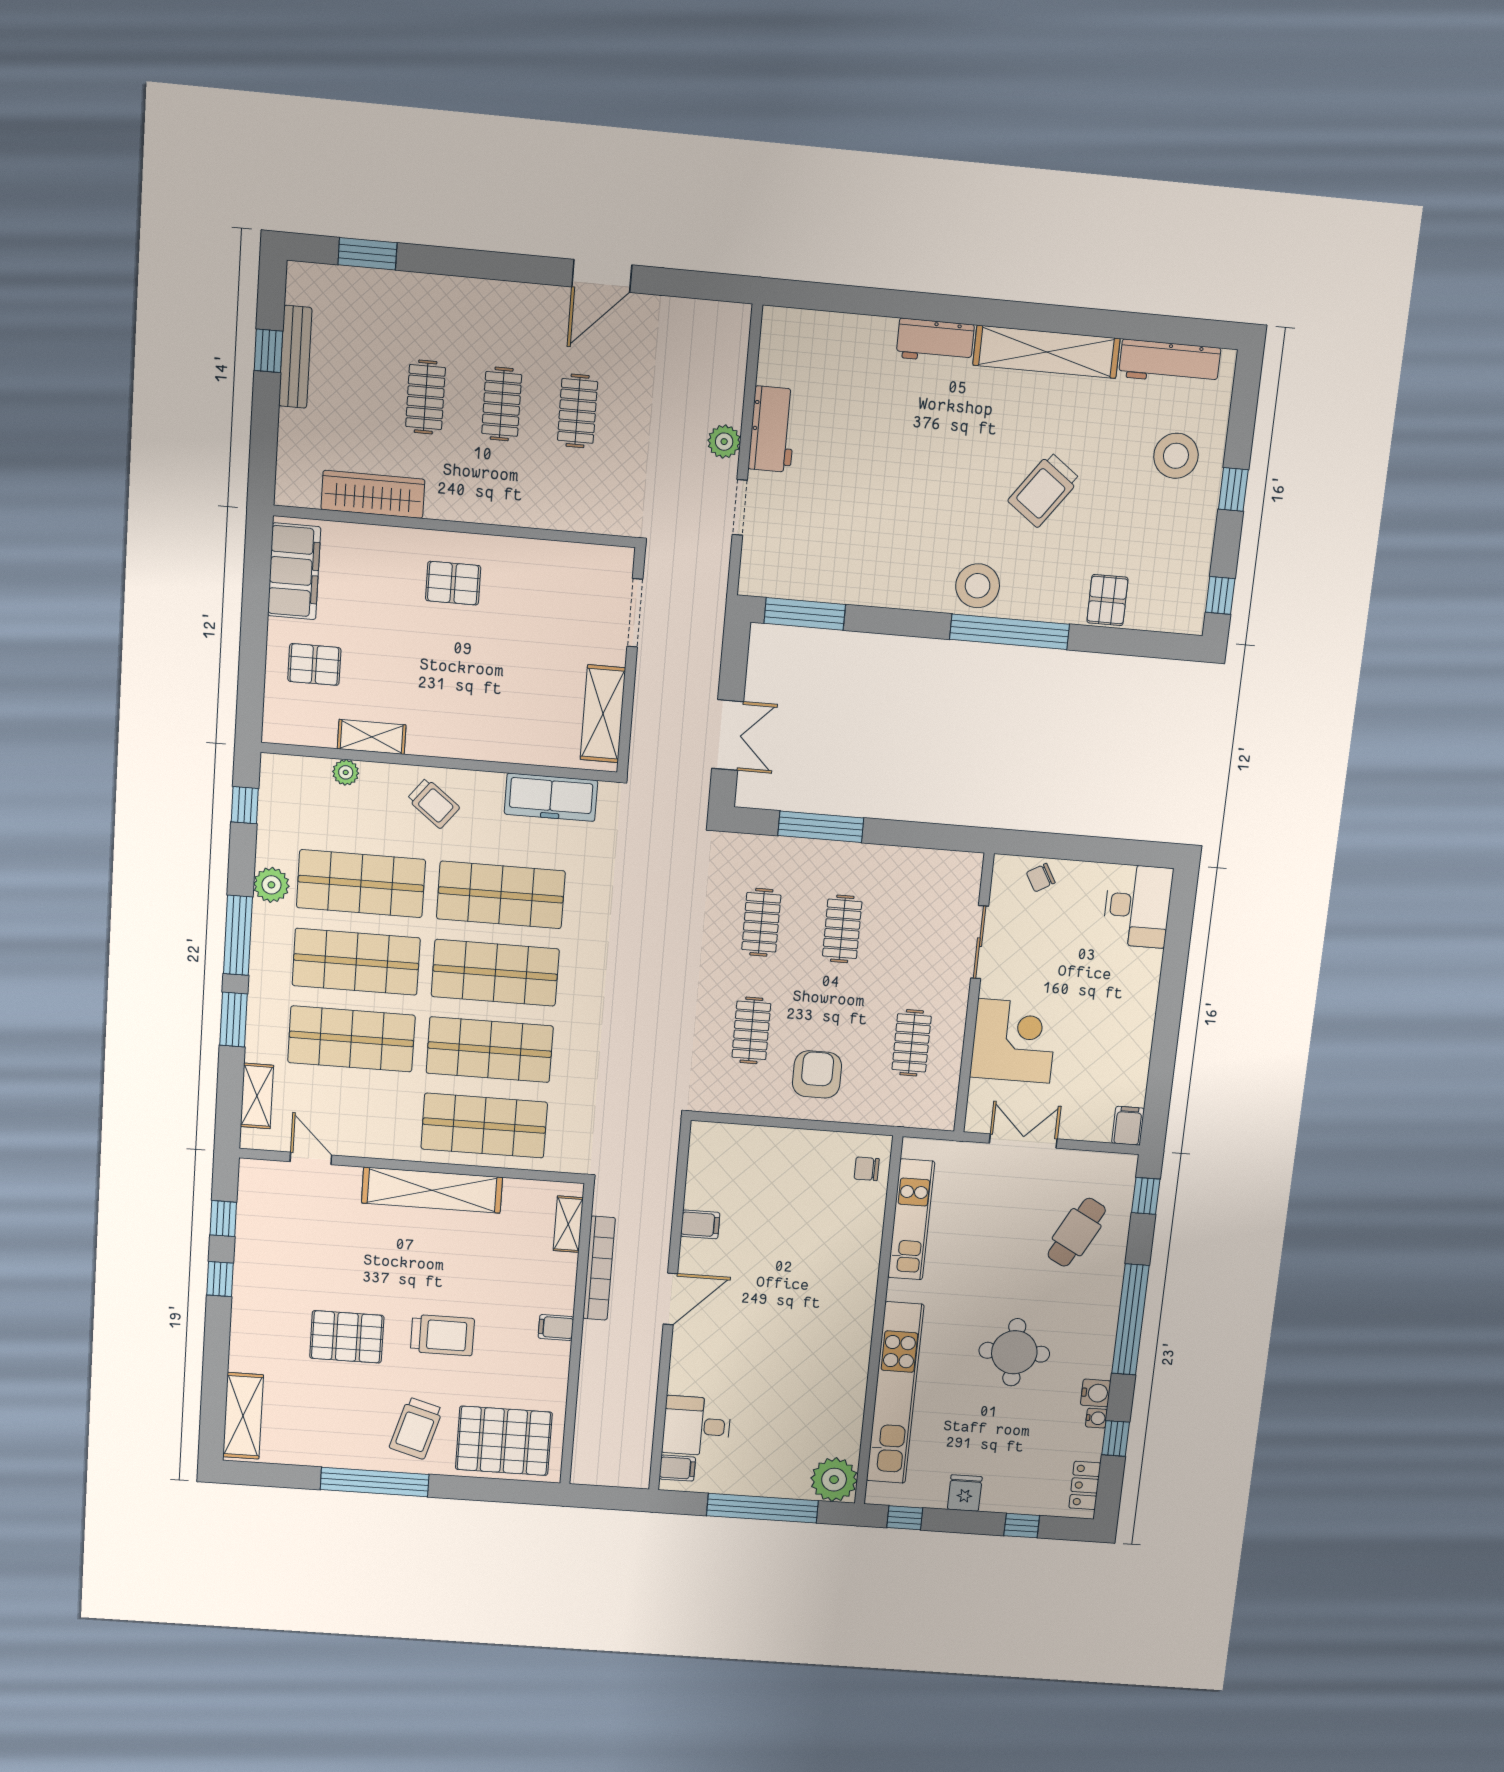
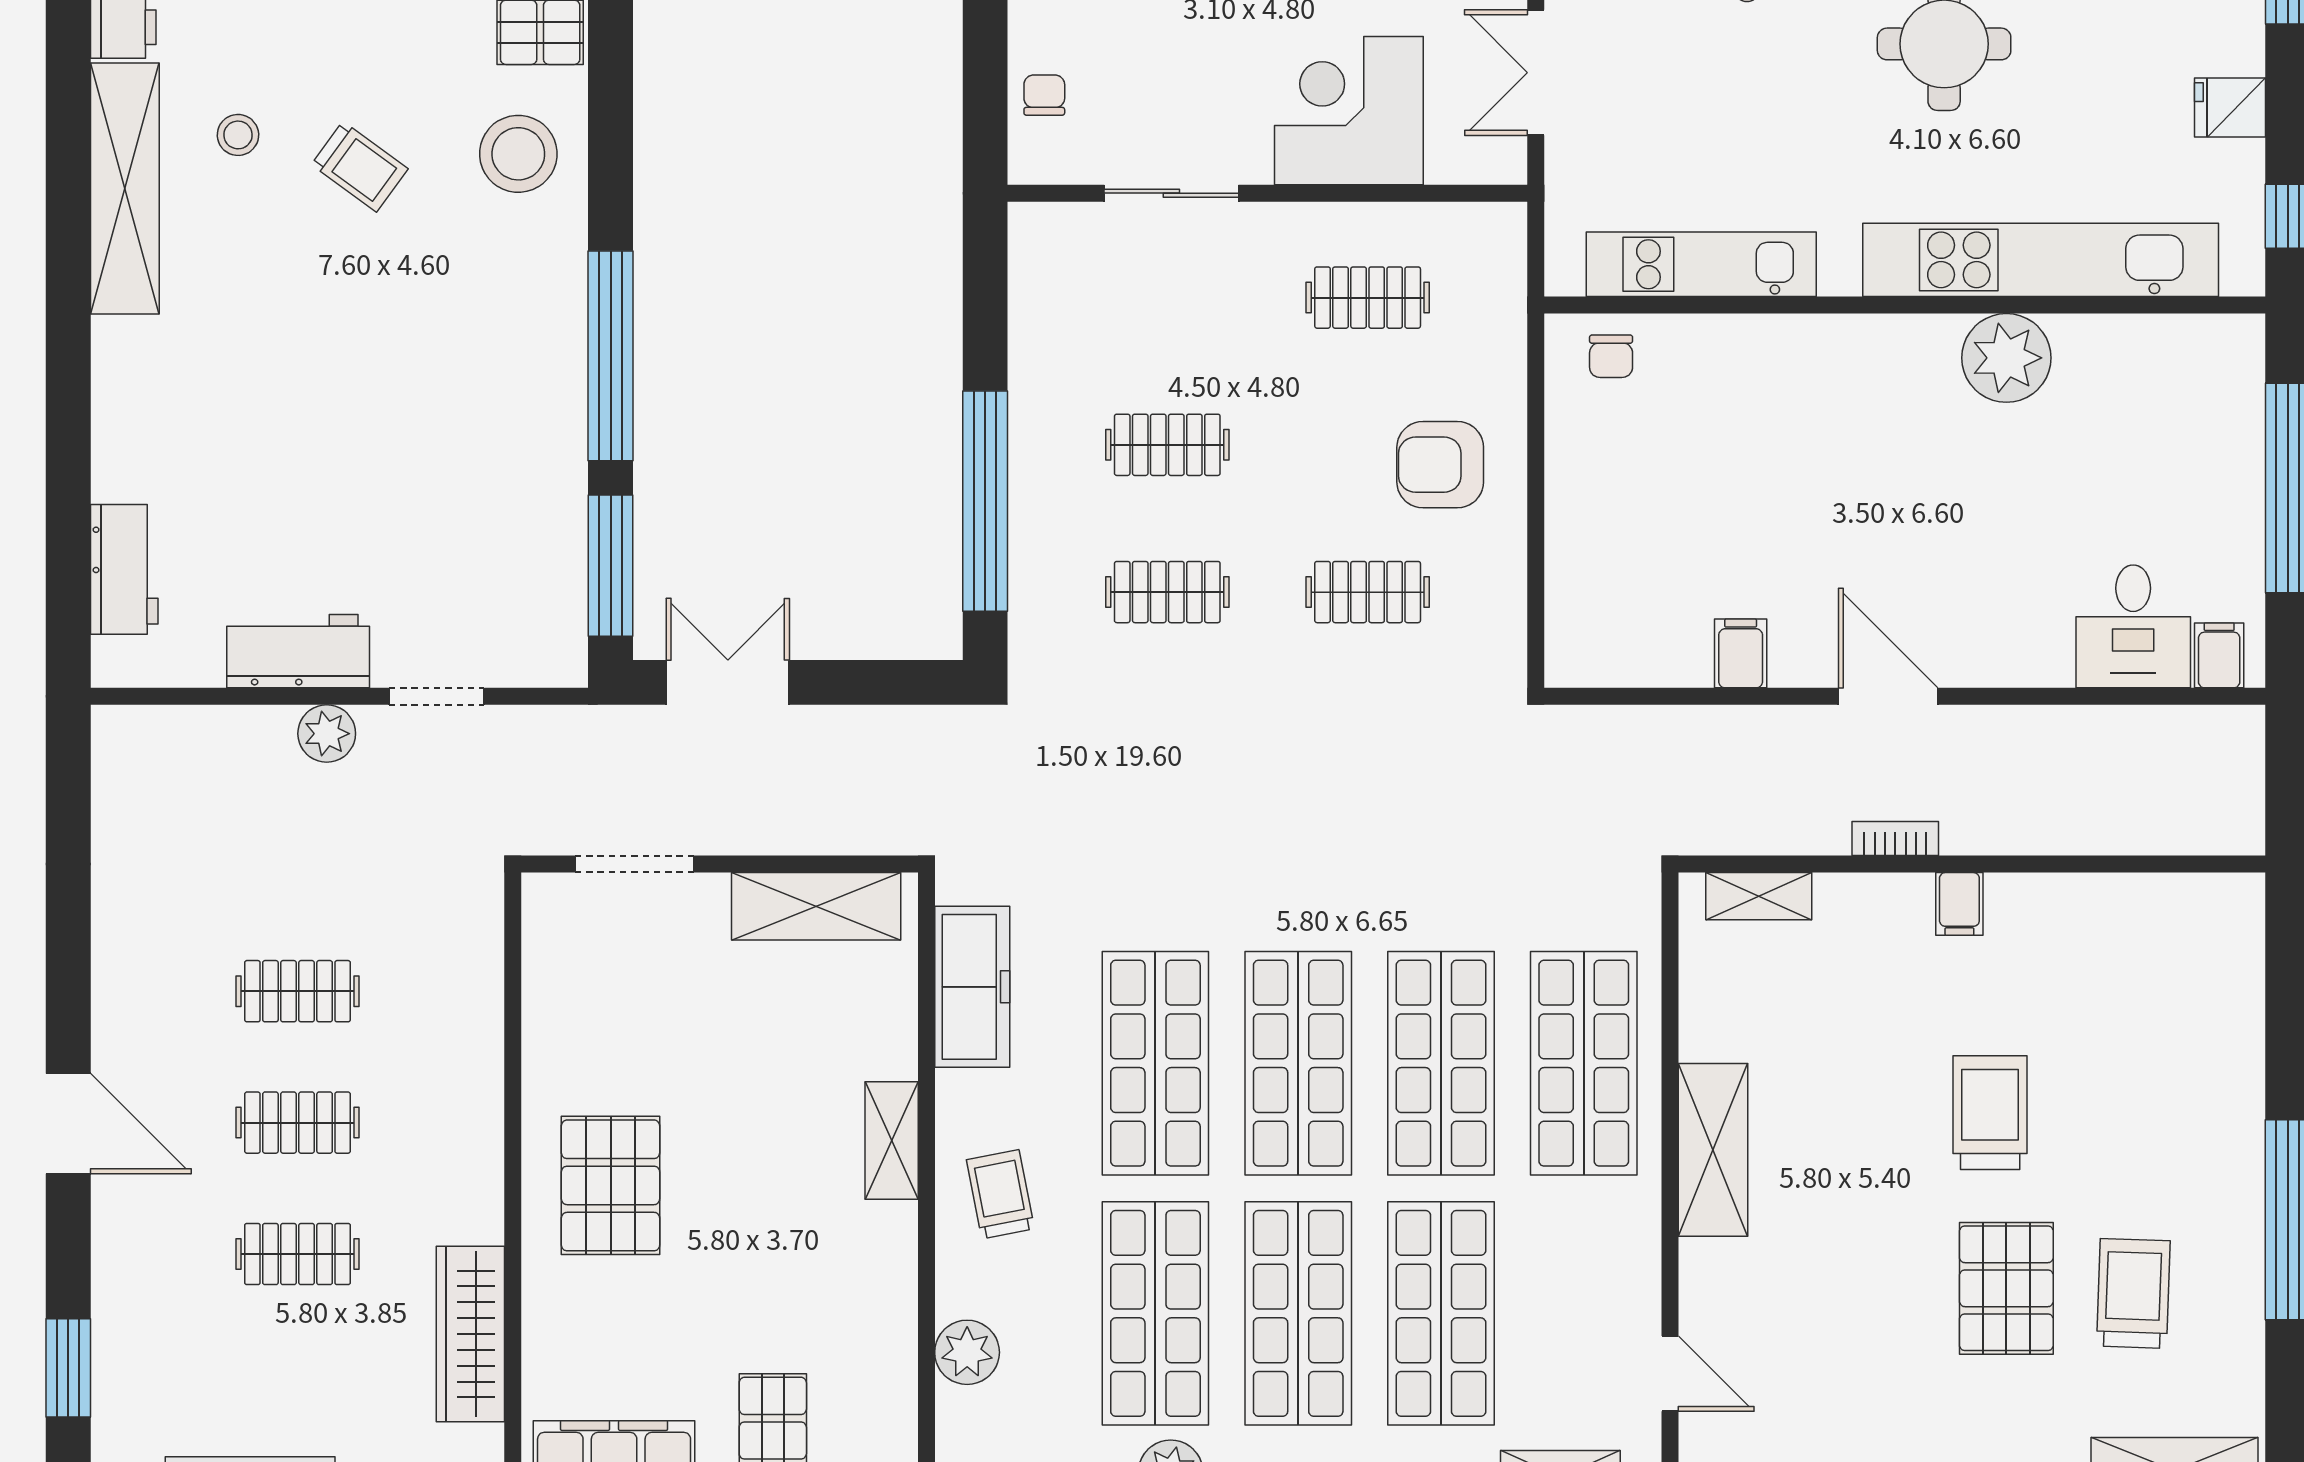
door: (602, 276) -> (68, 1124), moved
workbench: (935, 341) -> (124, 569), moved
stool: (1070, 421) -> (238, 135), added
trolley: (1044, 490) -> (360, 167), width x0.73, depth x0.72
pallet: (453, 583) -> (611, 1185), width x1.50, depth x1.42
stool: (978, 586) -> (518, 154), moved
window: (1010, 632) -> (611, 356), moved
double door: (728, 735) -> (728, 682), moved
shelving: (372, 737) -> (892, 1140), moved
plant: (346, 772) -> (967, 1352), width x1.38, depth x1.38
trolley: (433, 803) -> (1000, 1194), turned -49
window: (821, 827) -> (985, 501), width x1.46
chair: (1041, 878) -> (1044, 95), turned -150
door: (311, 1158) -> (1670, 1374), swing flipped
shelving: (432, 1190) -> (1713, 1150), width x0.68
bookcase: (599, 1268) -> (1895, 838), width x0.43, depth x0.76
trolley: (416, 1428) -> (2133, 1293), moved, turned -104
pallet: (504, 1441) -> (2189, 984), removed
plant: (834, 1480) -> (2006, 358), moved

